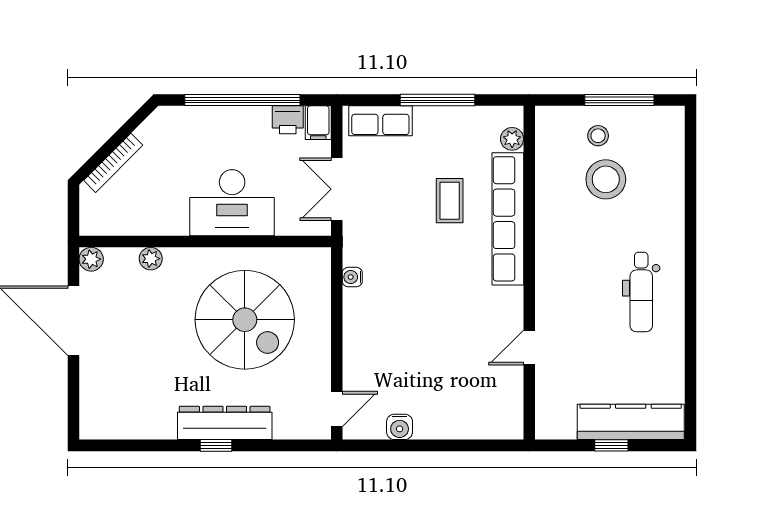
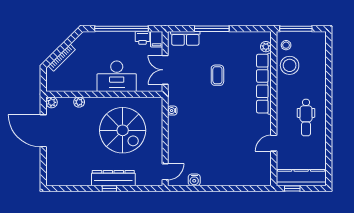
plant: (512, 139) -> (266, 47), moved
row of seats: (508, 219) -> (264, 84), moved
wall: (529, 273) -> (274, 109), moved
door: (529, 348) -> (274, 143), moved

